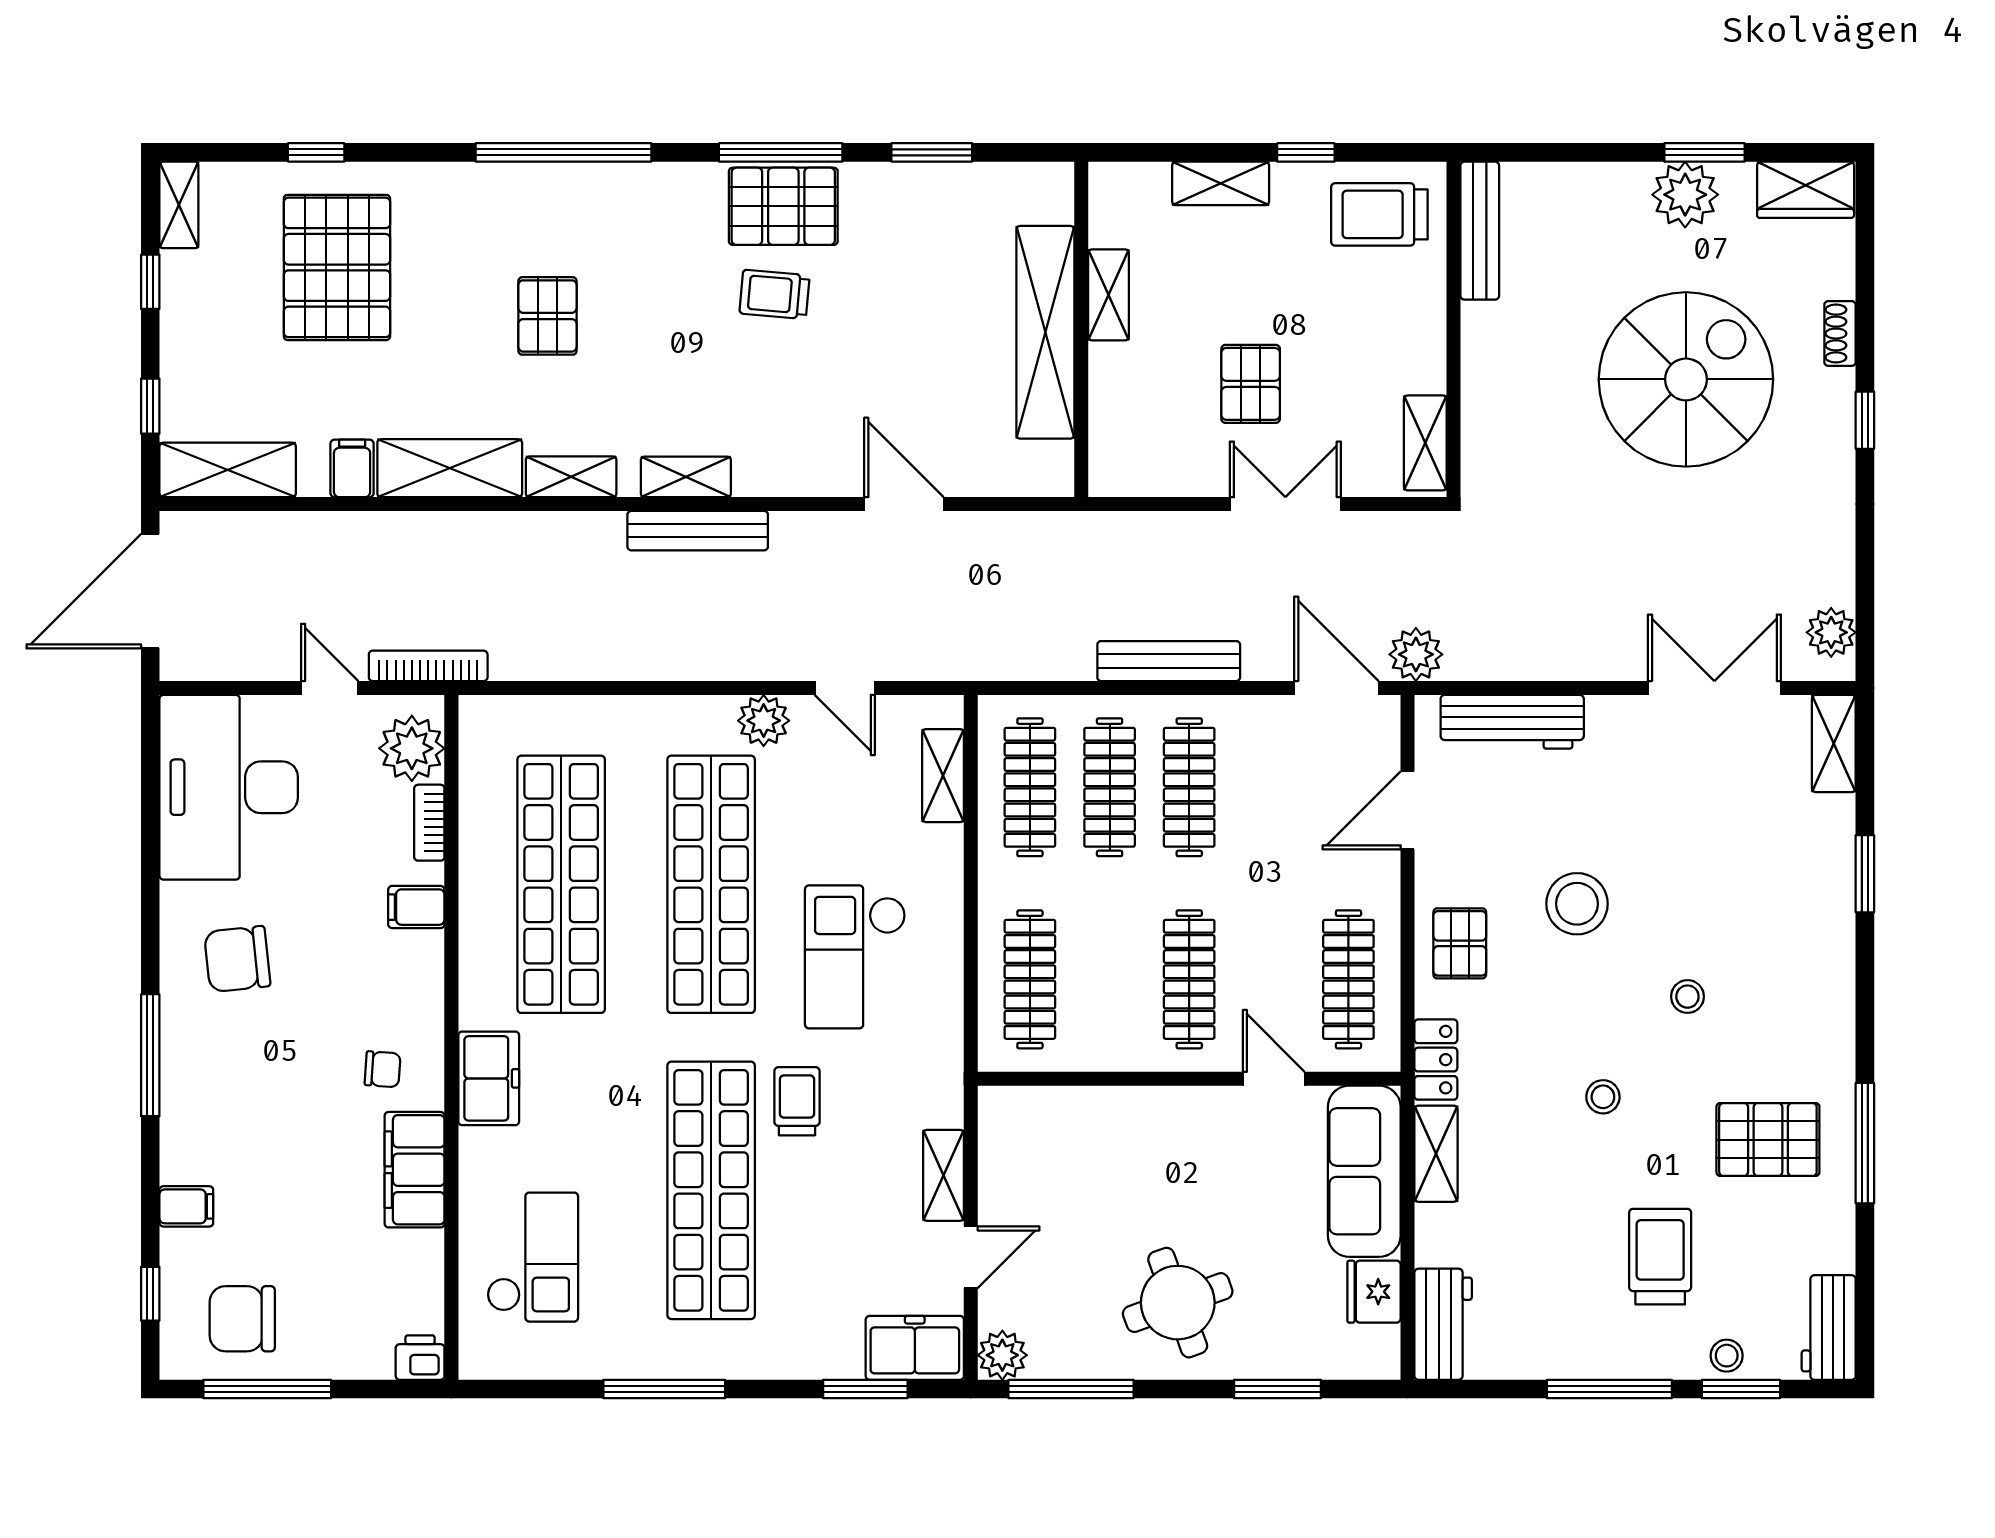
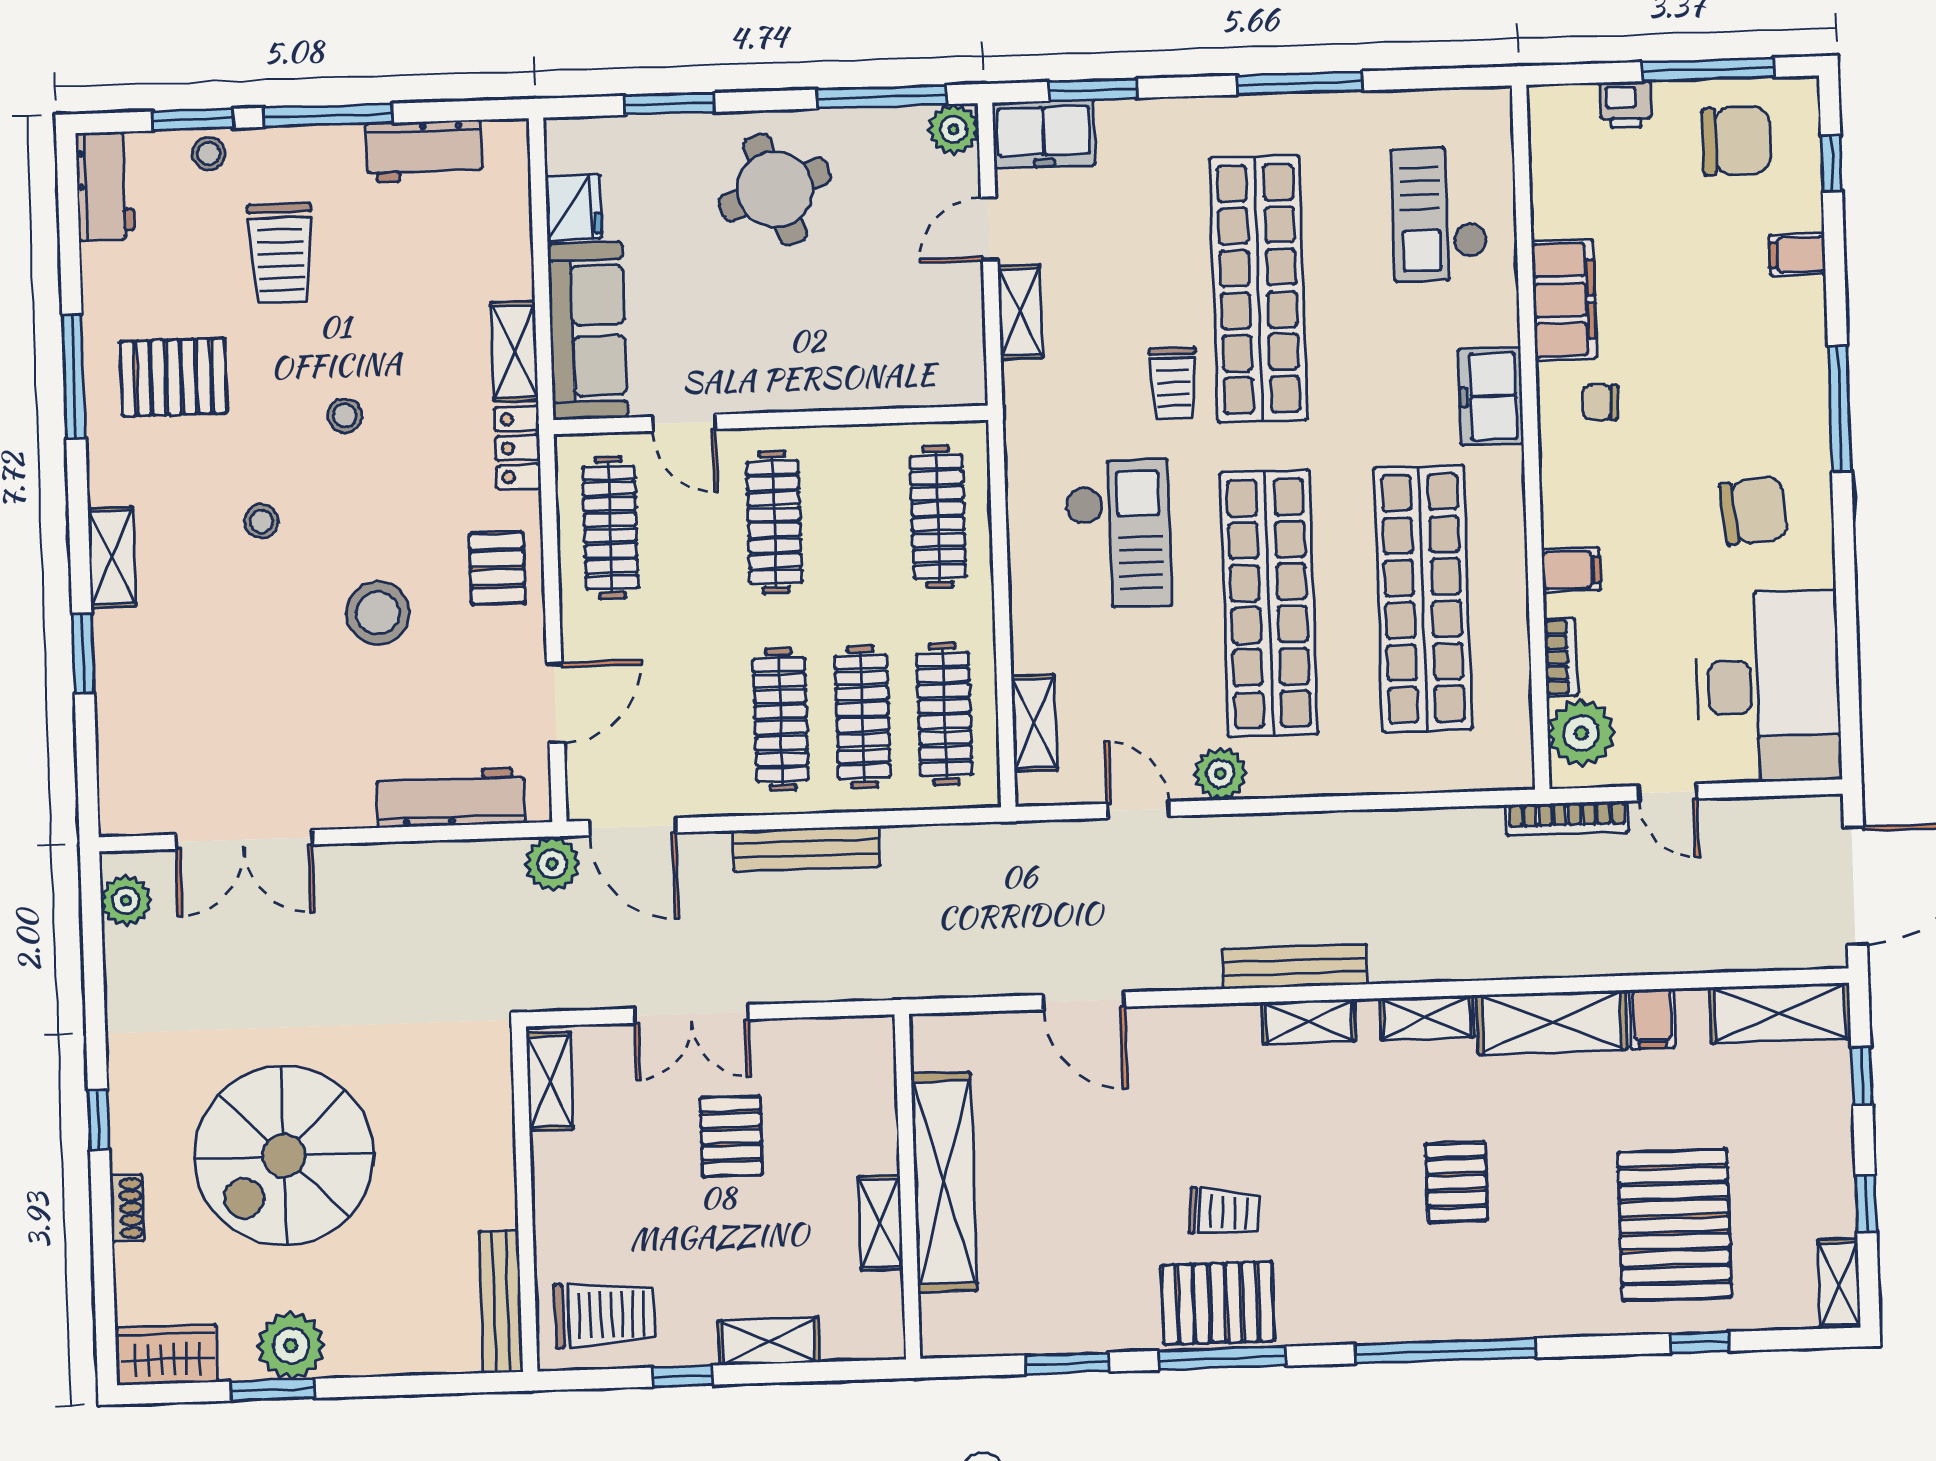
shelving: (1834, 743) -> (112, 557), moved
workbench: (1443, 1324) -> (424, 151), moved, turned -90
printer: (420, 1358) -> (1625, 105), moved

